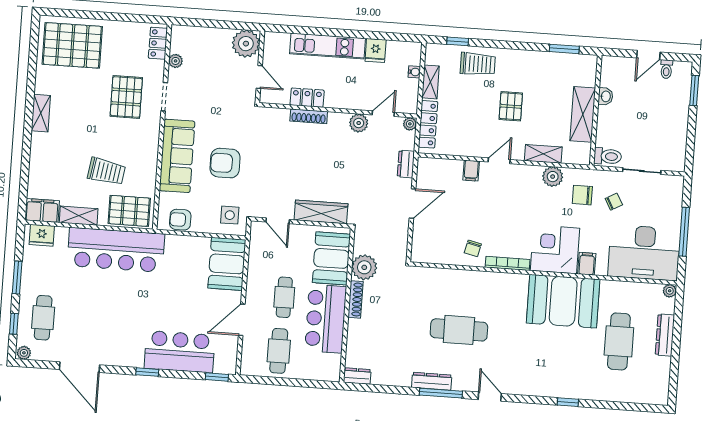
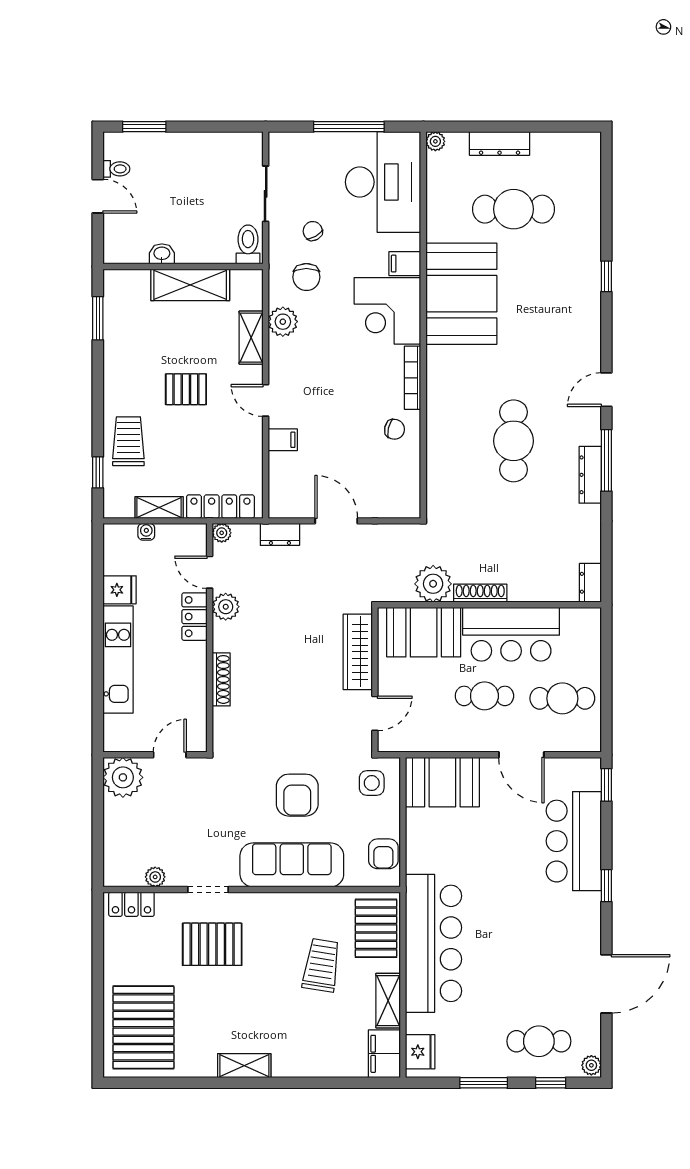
locker: (307, 98) -> (194, 617), moved

